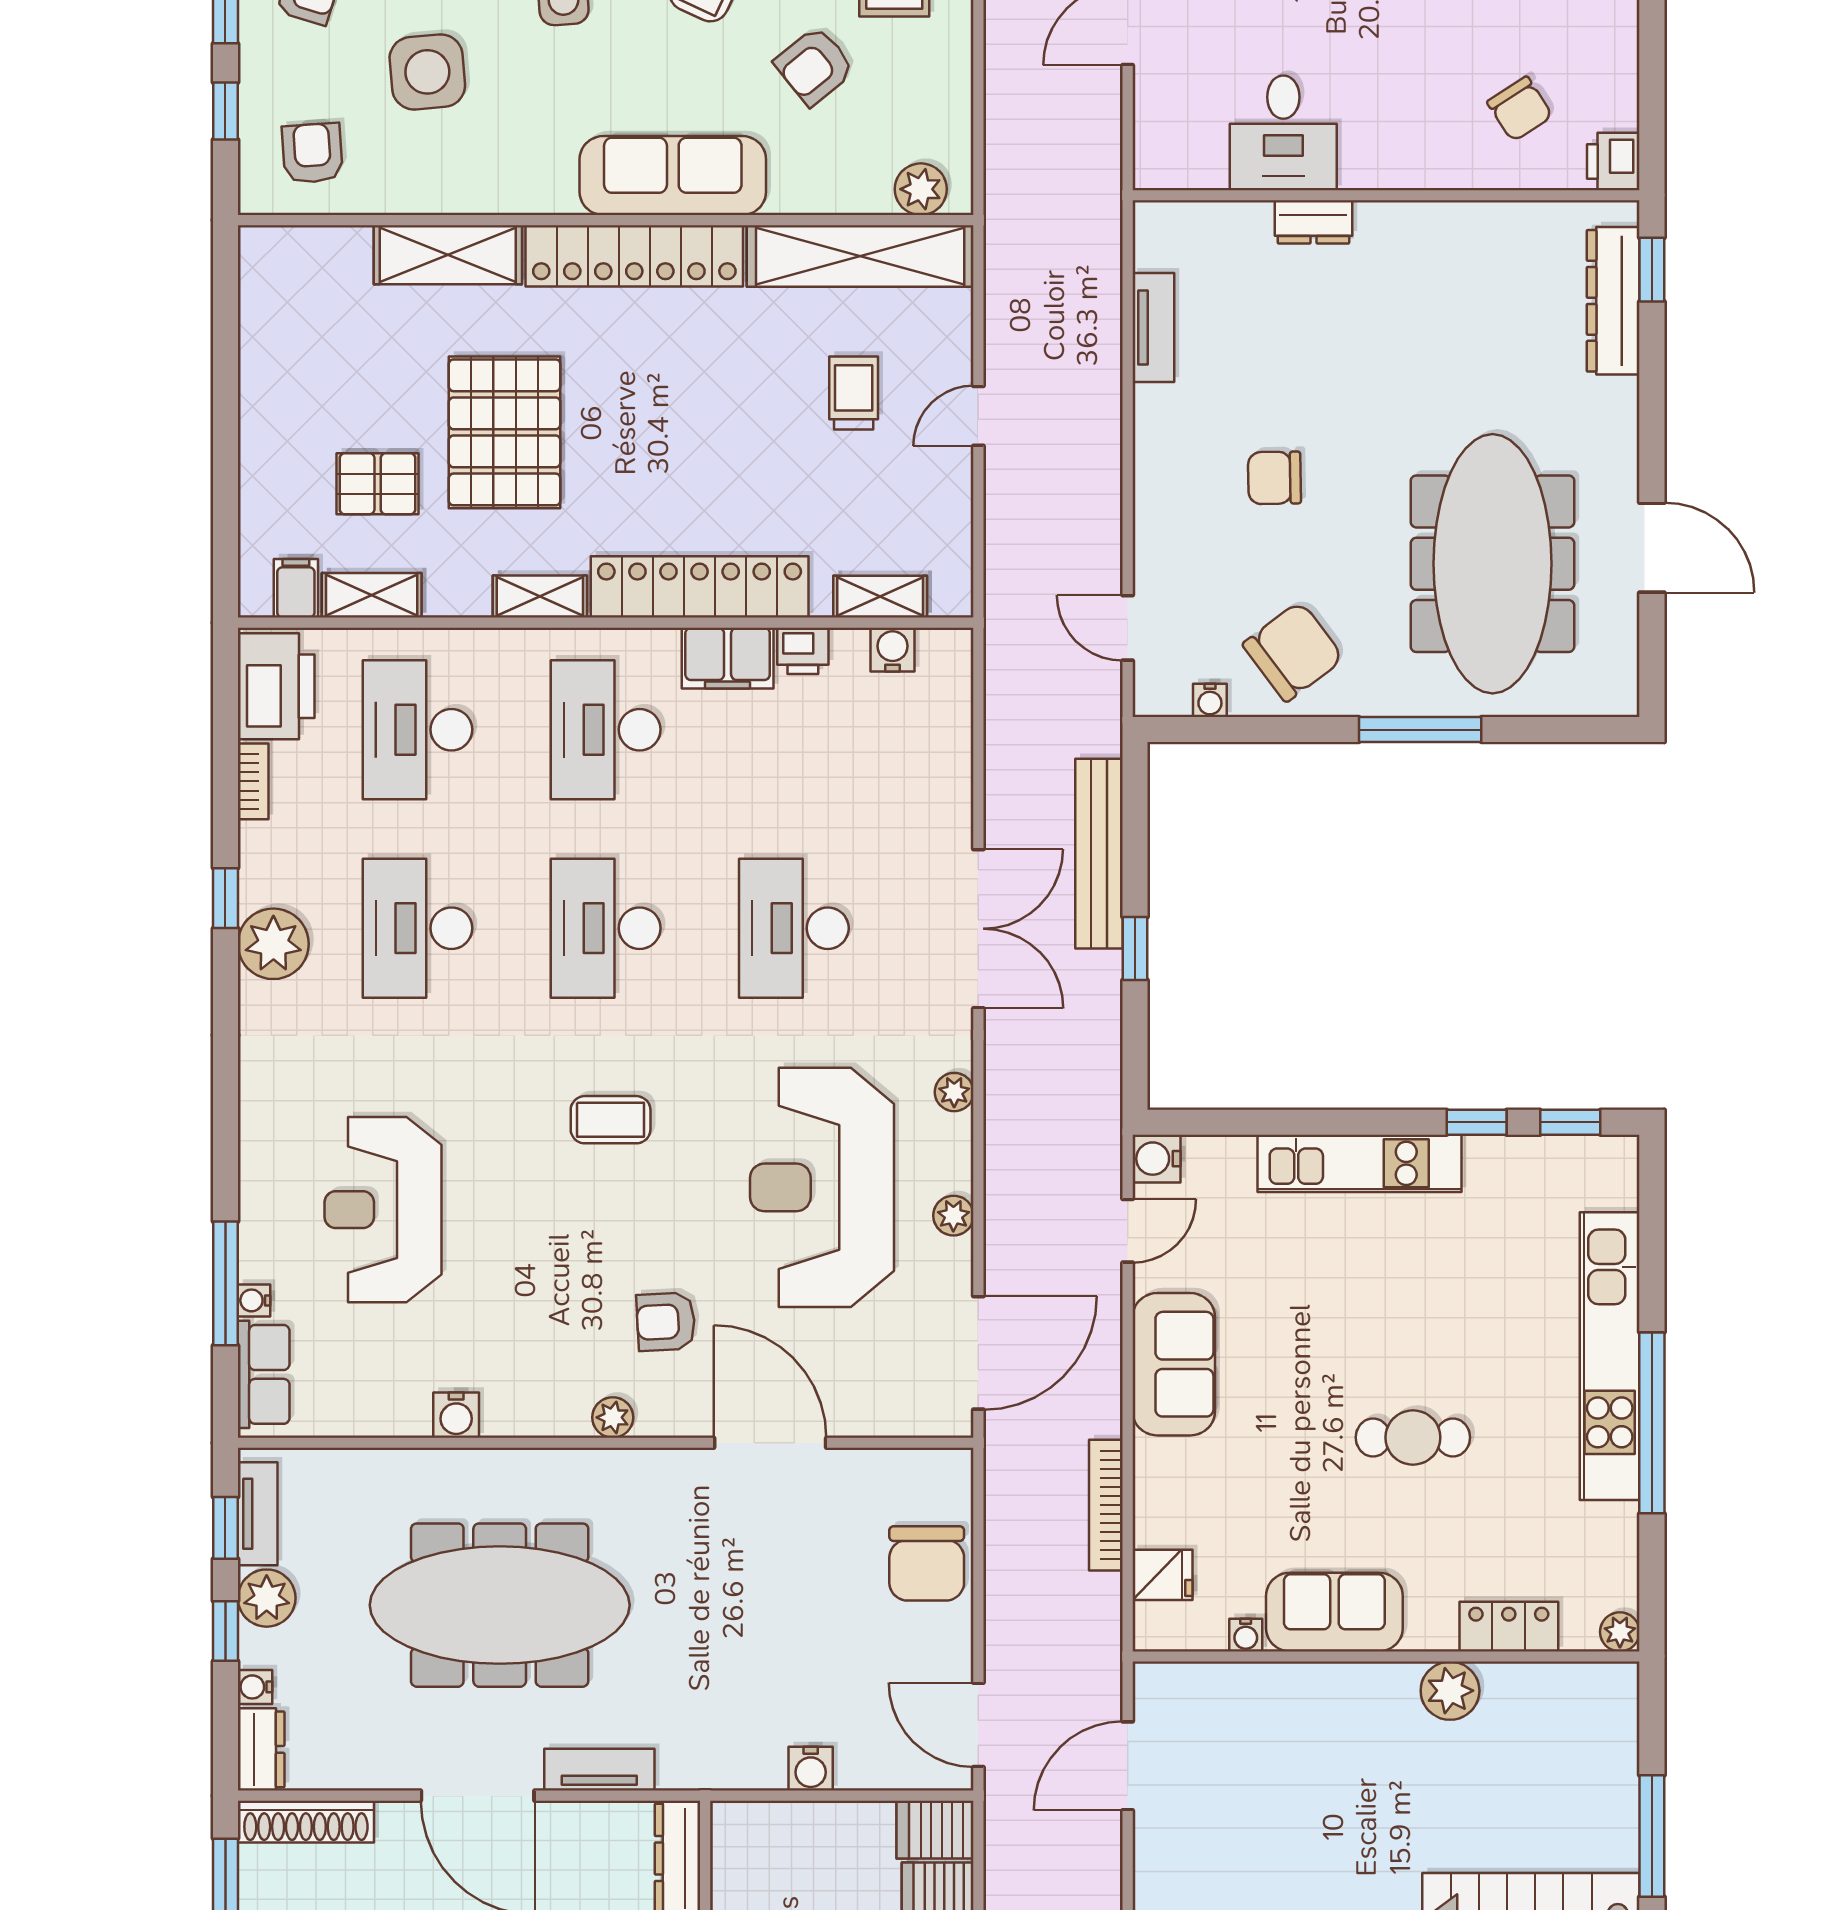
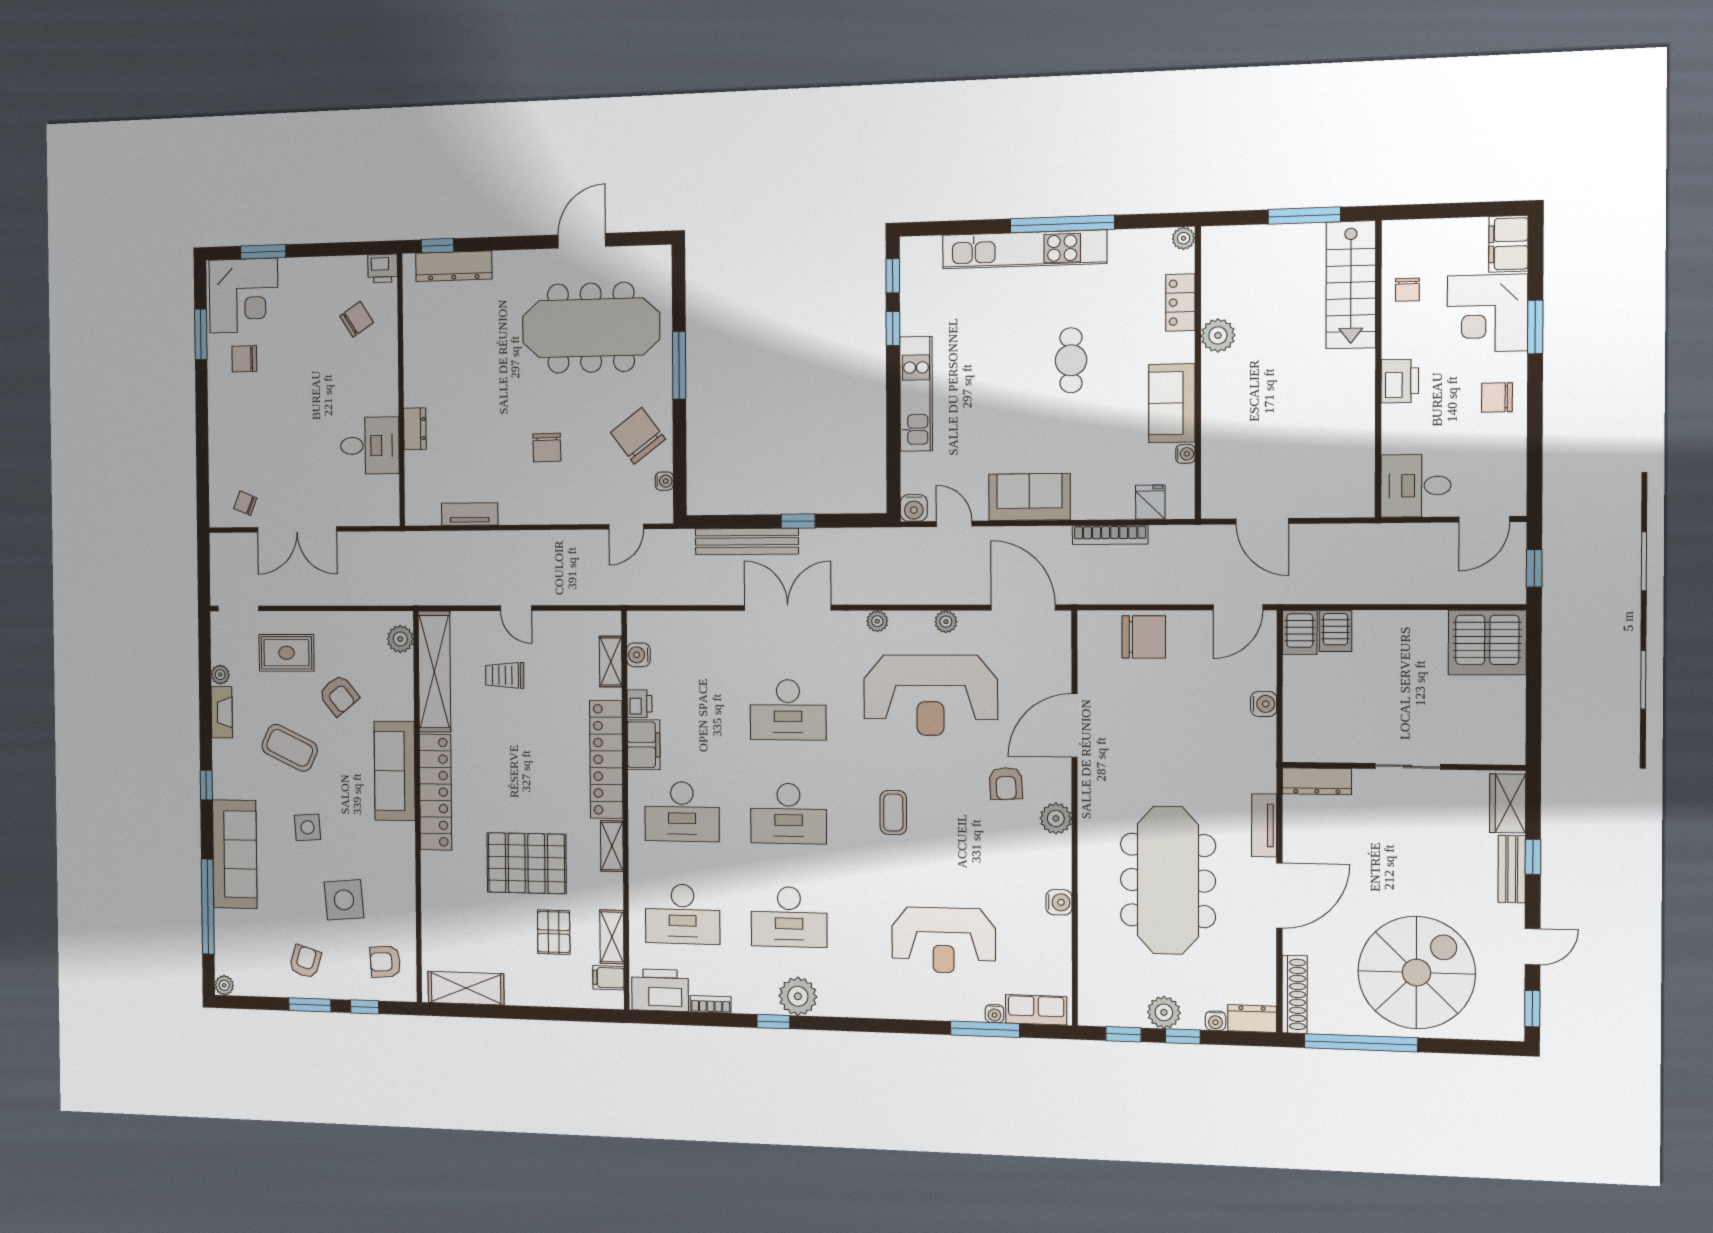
shelving: (448, 255) -> (466, 988), moved, turned 90
plant: (613, 1417) -> (1056, 818), width x1.38, depth x1.38
tv unit: (258, 1514) -> (1115, 1016), removed

